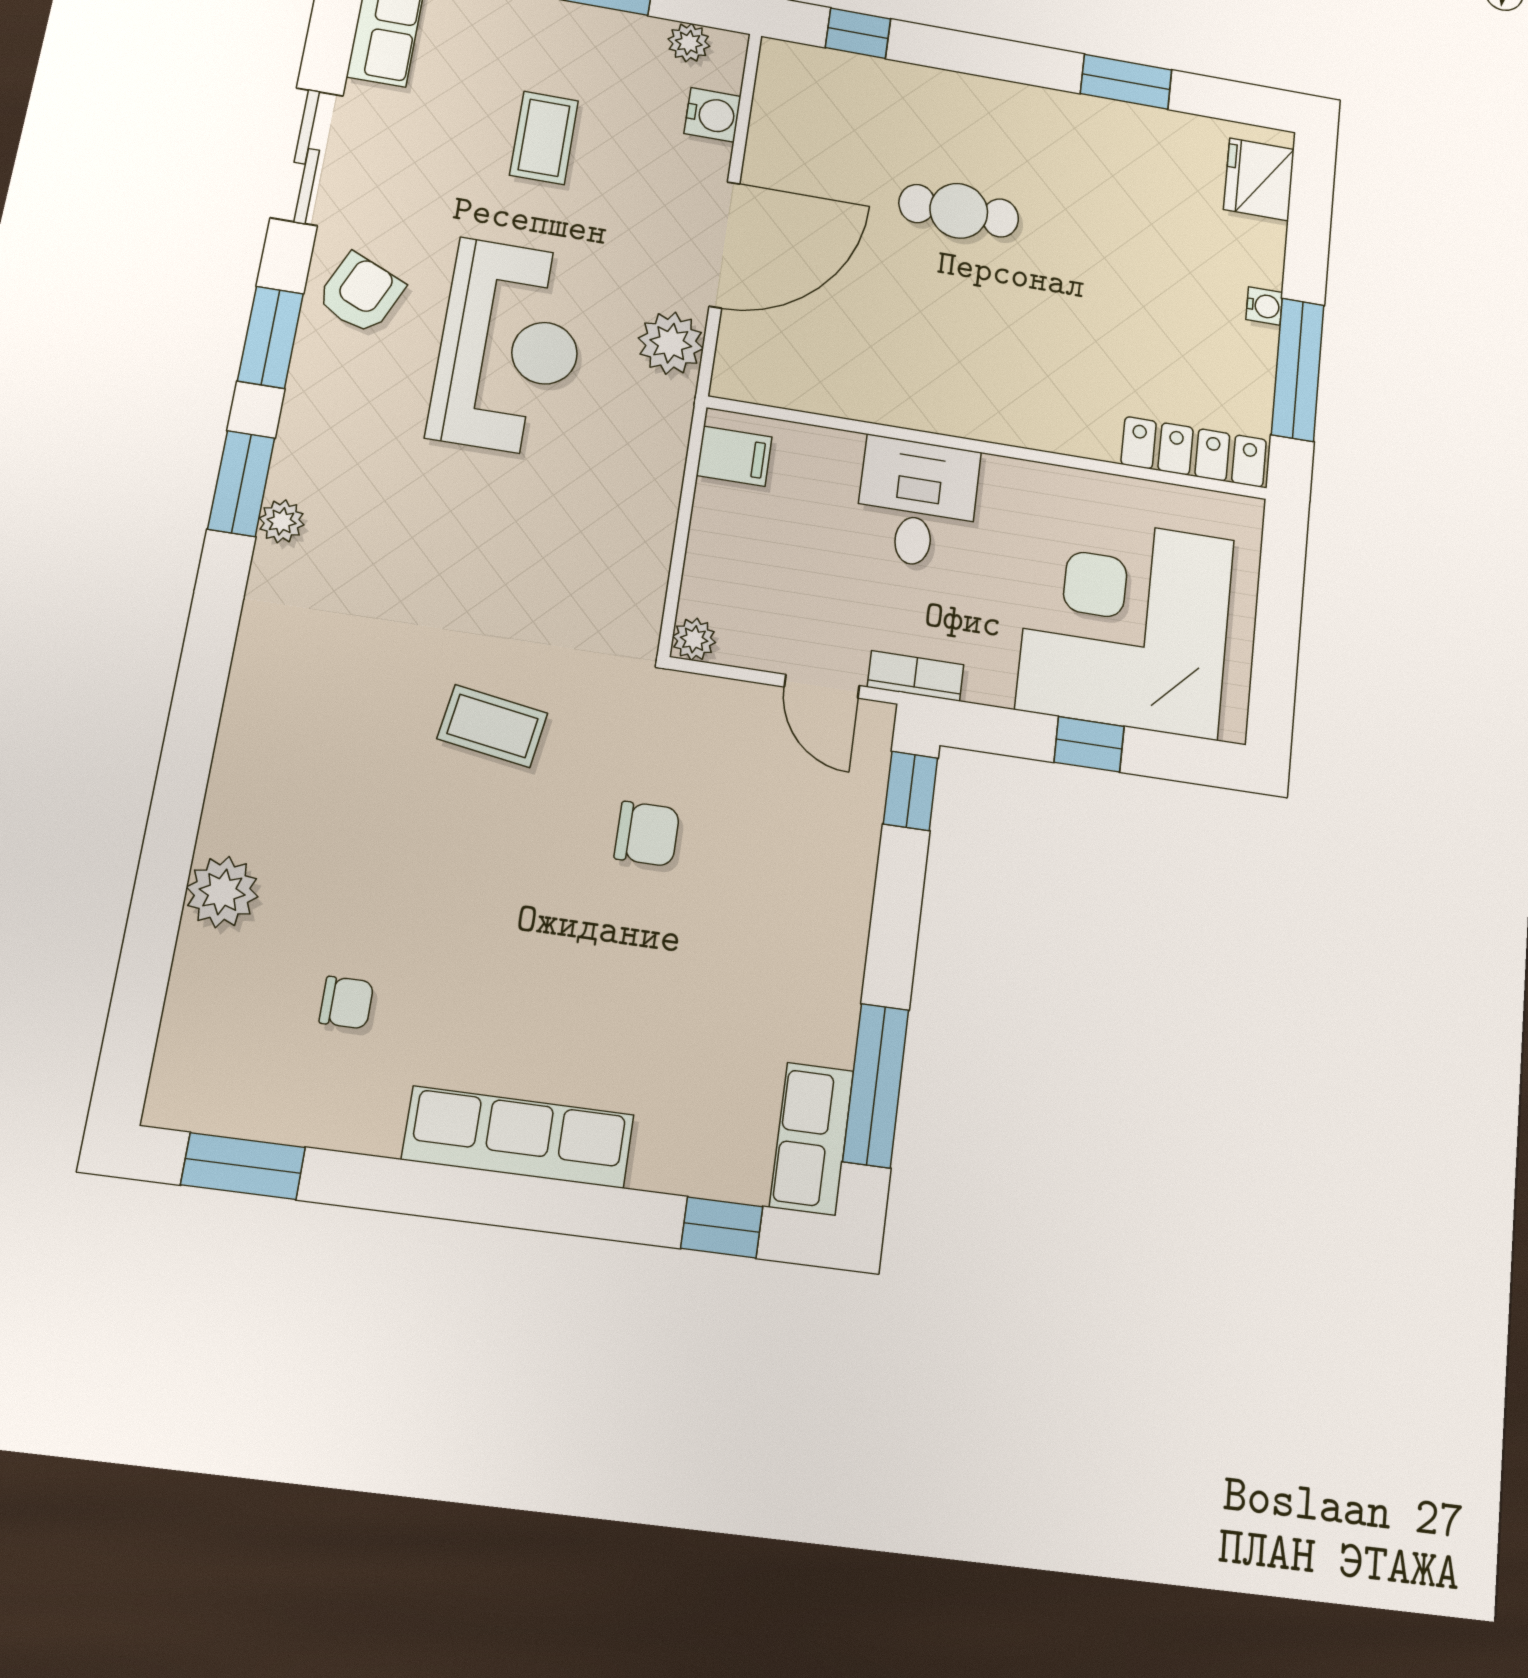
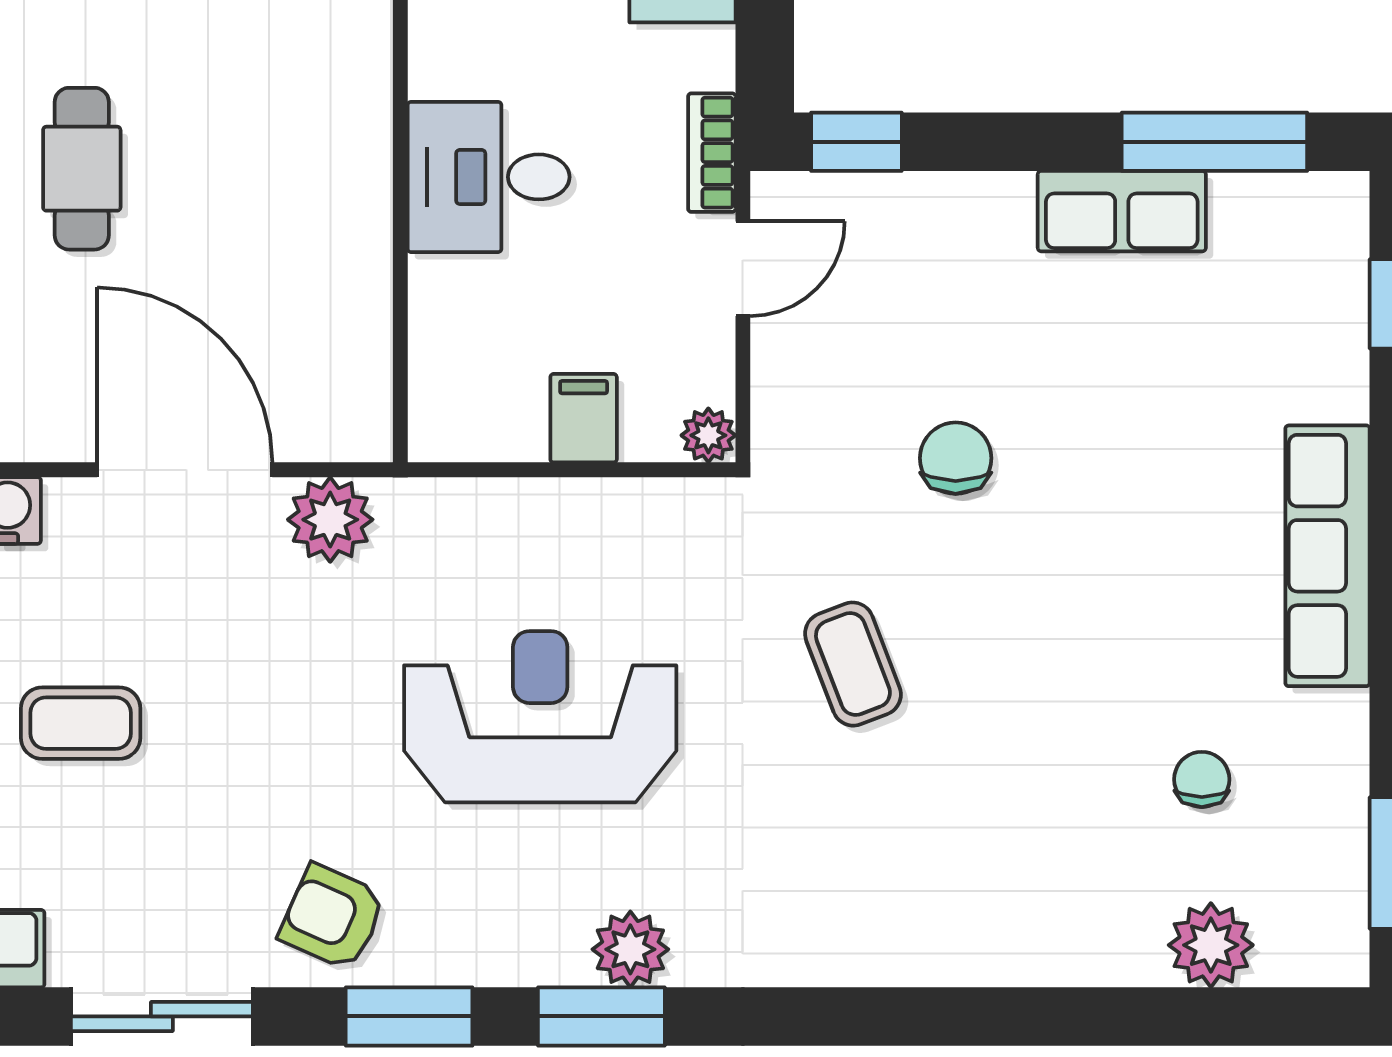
reception desk: (510, 347) -> (540, 717), moved
filing cabinet: (734, 456) -> (584, 418), moved
plant: (282, 521) -> (630, 949), width x1.38, depth x1.38
coffee table: (492, 726) -> (853, 664), turned -30
plant: (222, 892) -> (1211, 945), moved
row of seats: (812, 1139) -> (1122, 211), moved

